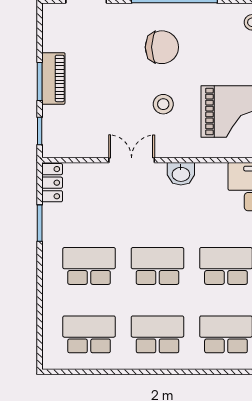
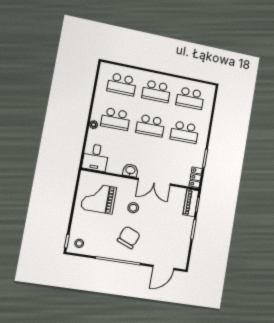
chair: (162, 47) -> (129, 237), turned 112
piano: (53, 78) -> (191, 203), moved
double door: (132, 160) -> (154, 182), width x1.37

